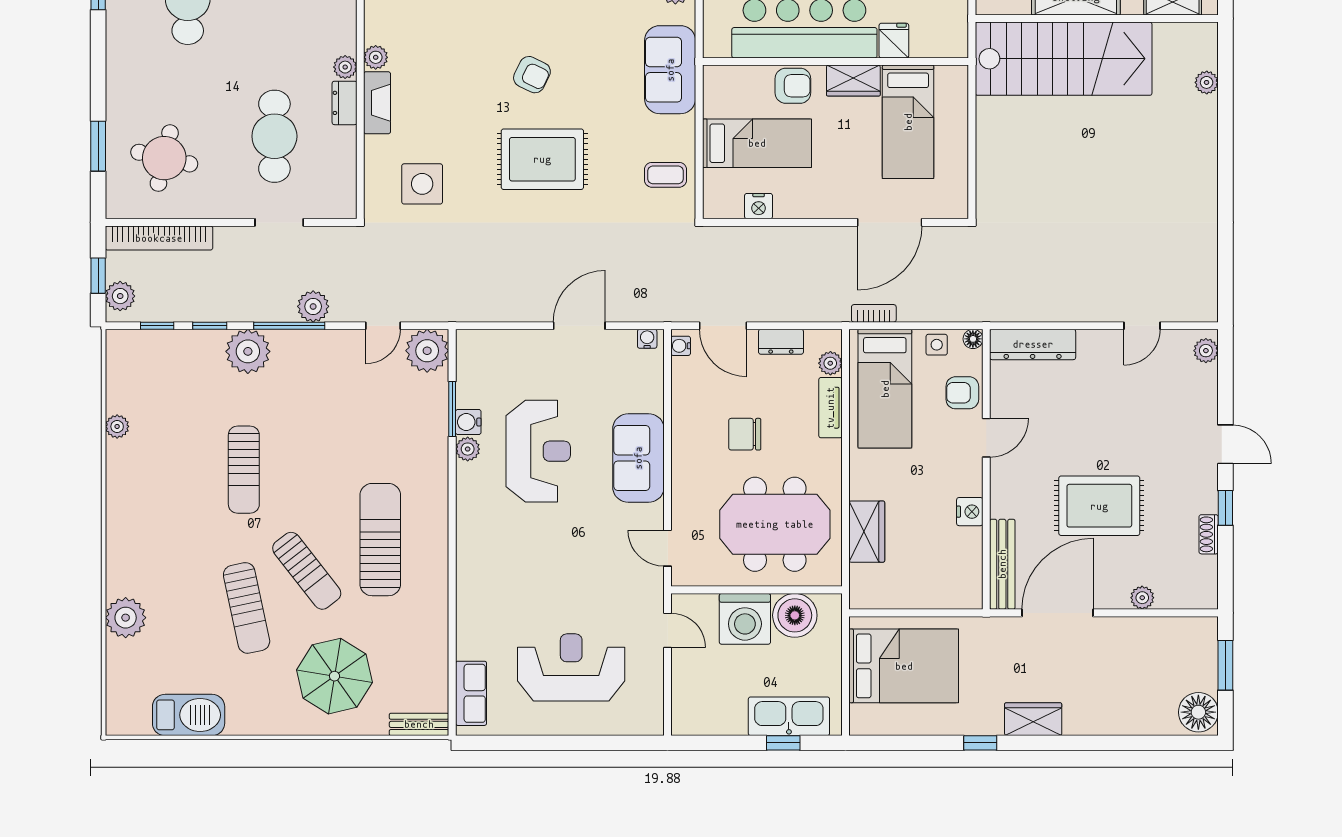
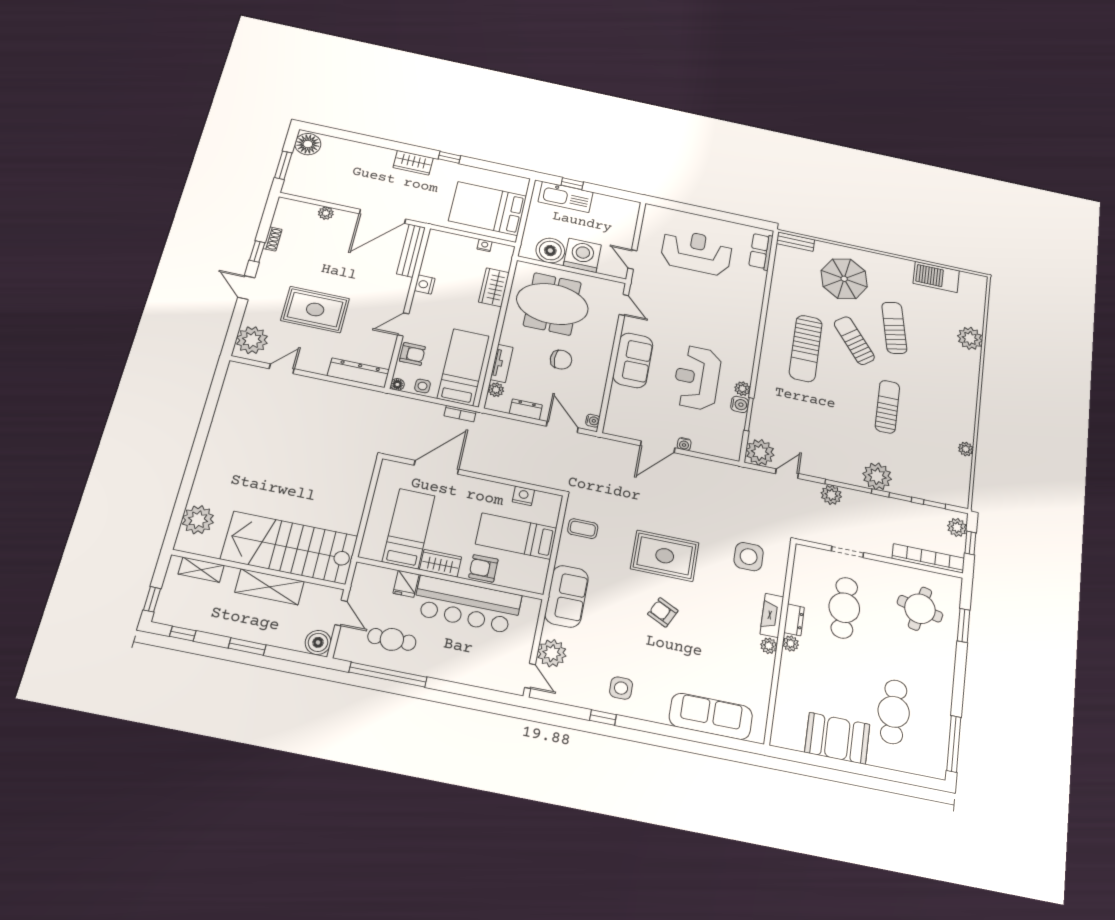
plant: (1207, 82) -> (198, 520), width x1.87, depth x1.87
water cooler: (647, 339) -> (684, 444), moved
plant: (1206, 351) -> (252, 340), width x1.88, depth x1.88
rug: (1099, 506) -> (315, 310), moved
nightstand: (895, 600) -> (485, 245), added
reception desk: (571, 667) -> (697, 252), turned 180

